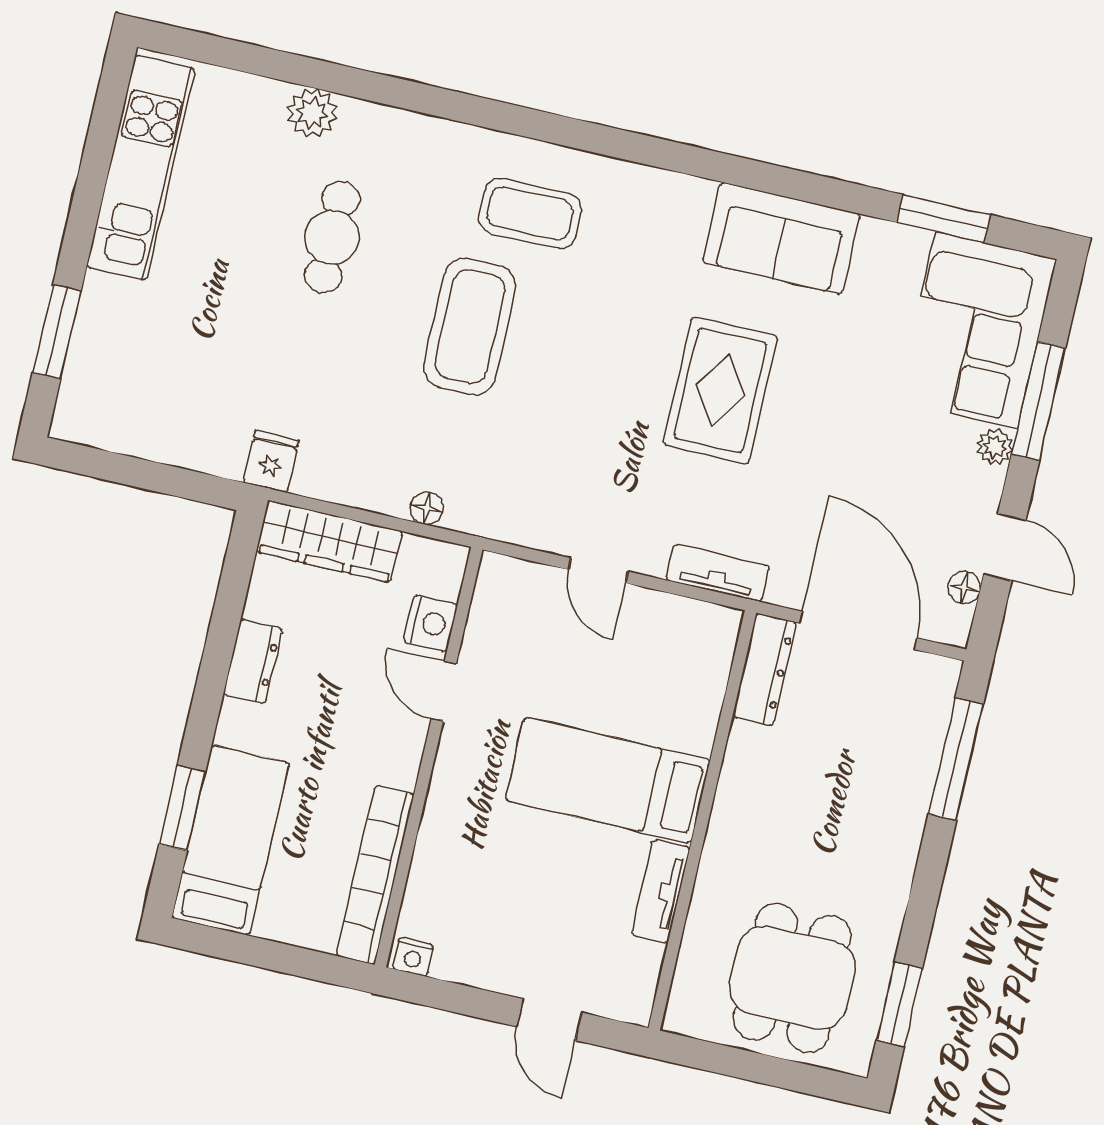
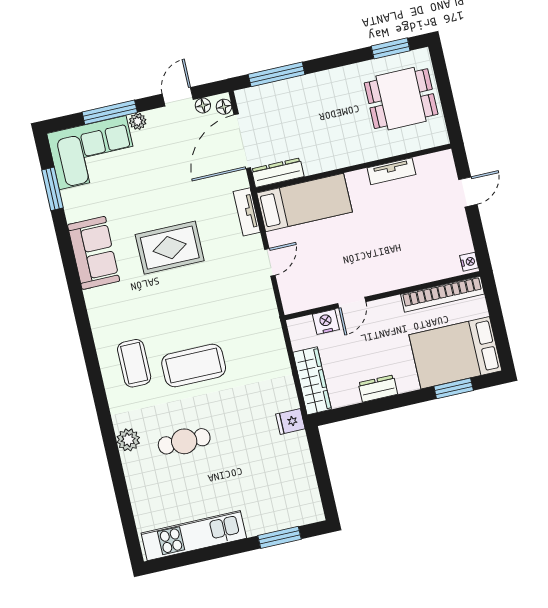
plant: (312, 113) -> (128, 440), moved
floor lamp: (427, 508) -> (224, 107), moved
bed: (608, 780) -> (304, 202), moved, turned -90
bed: (230, 840) -> (455, 353), width x1.50

